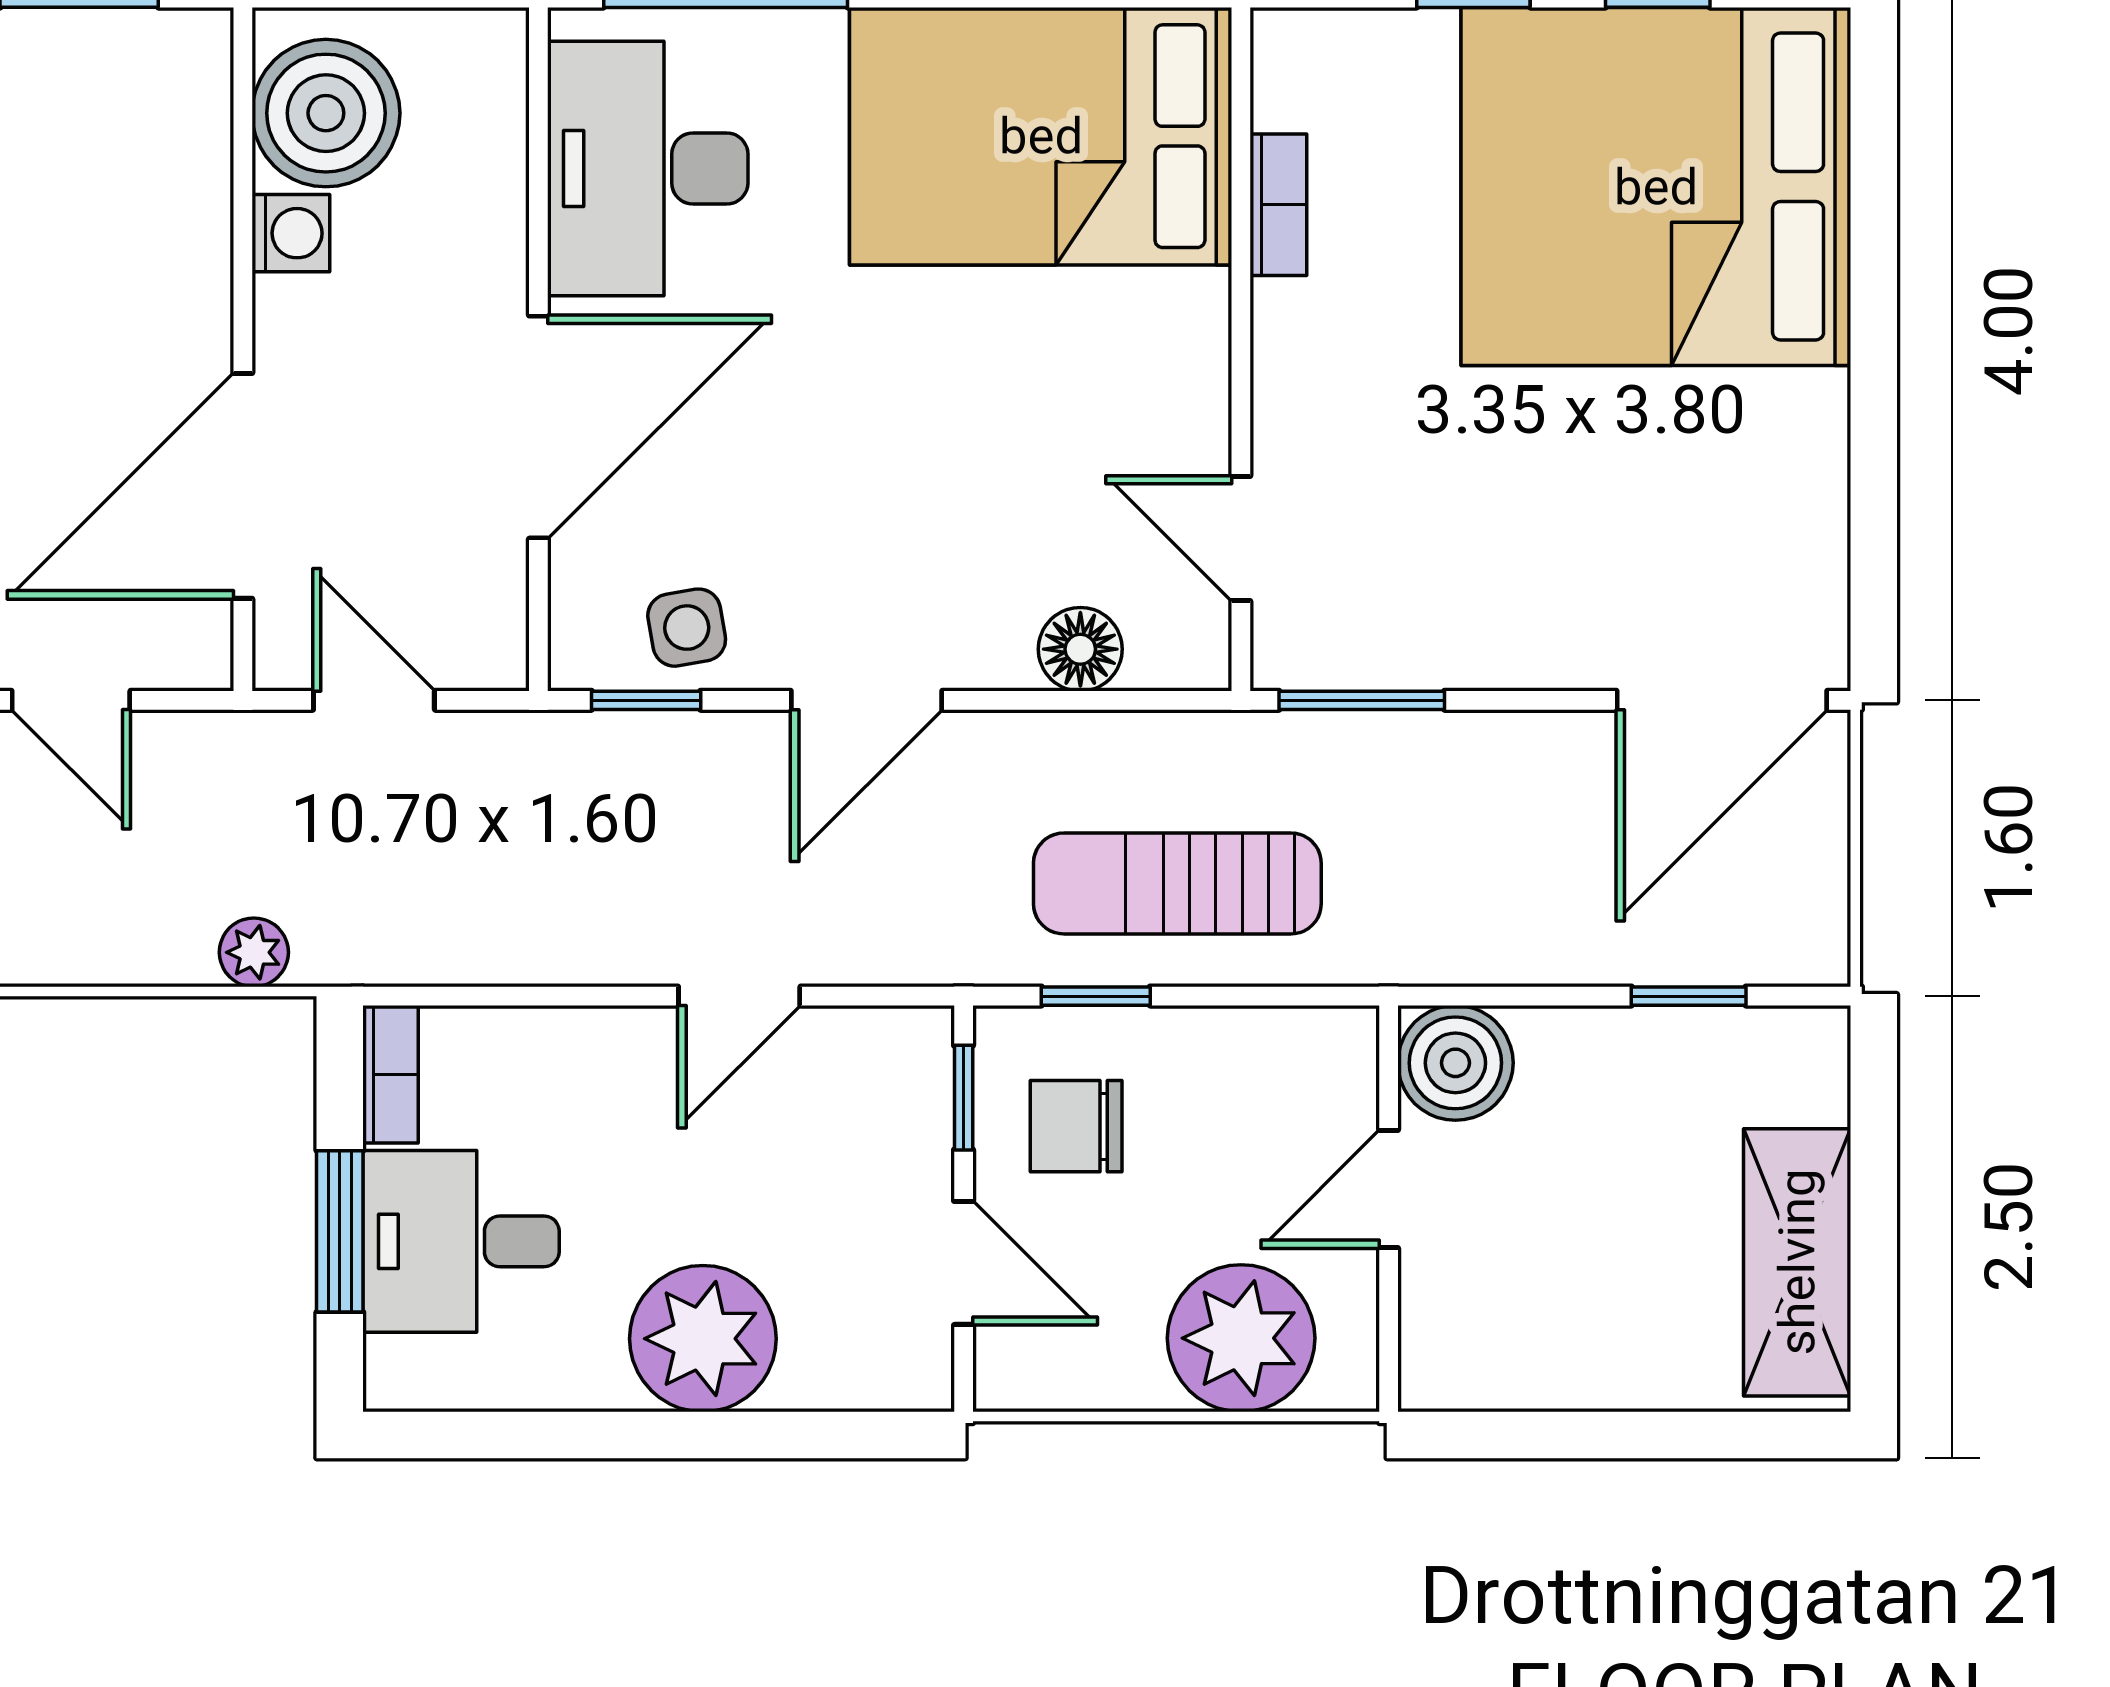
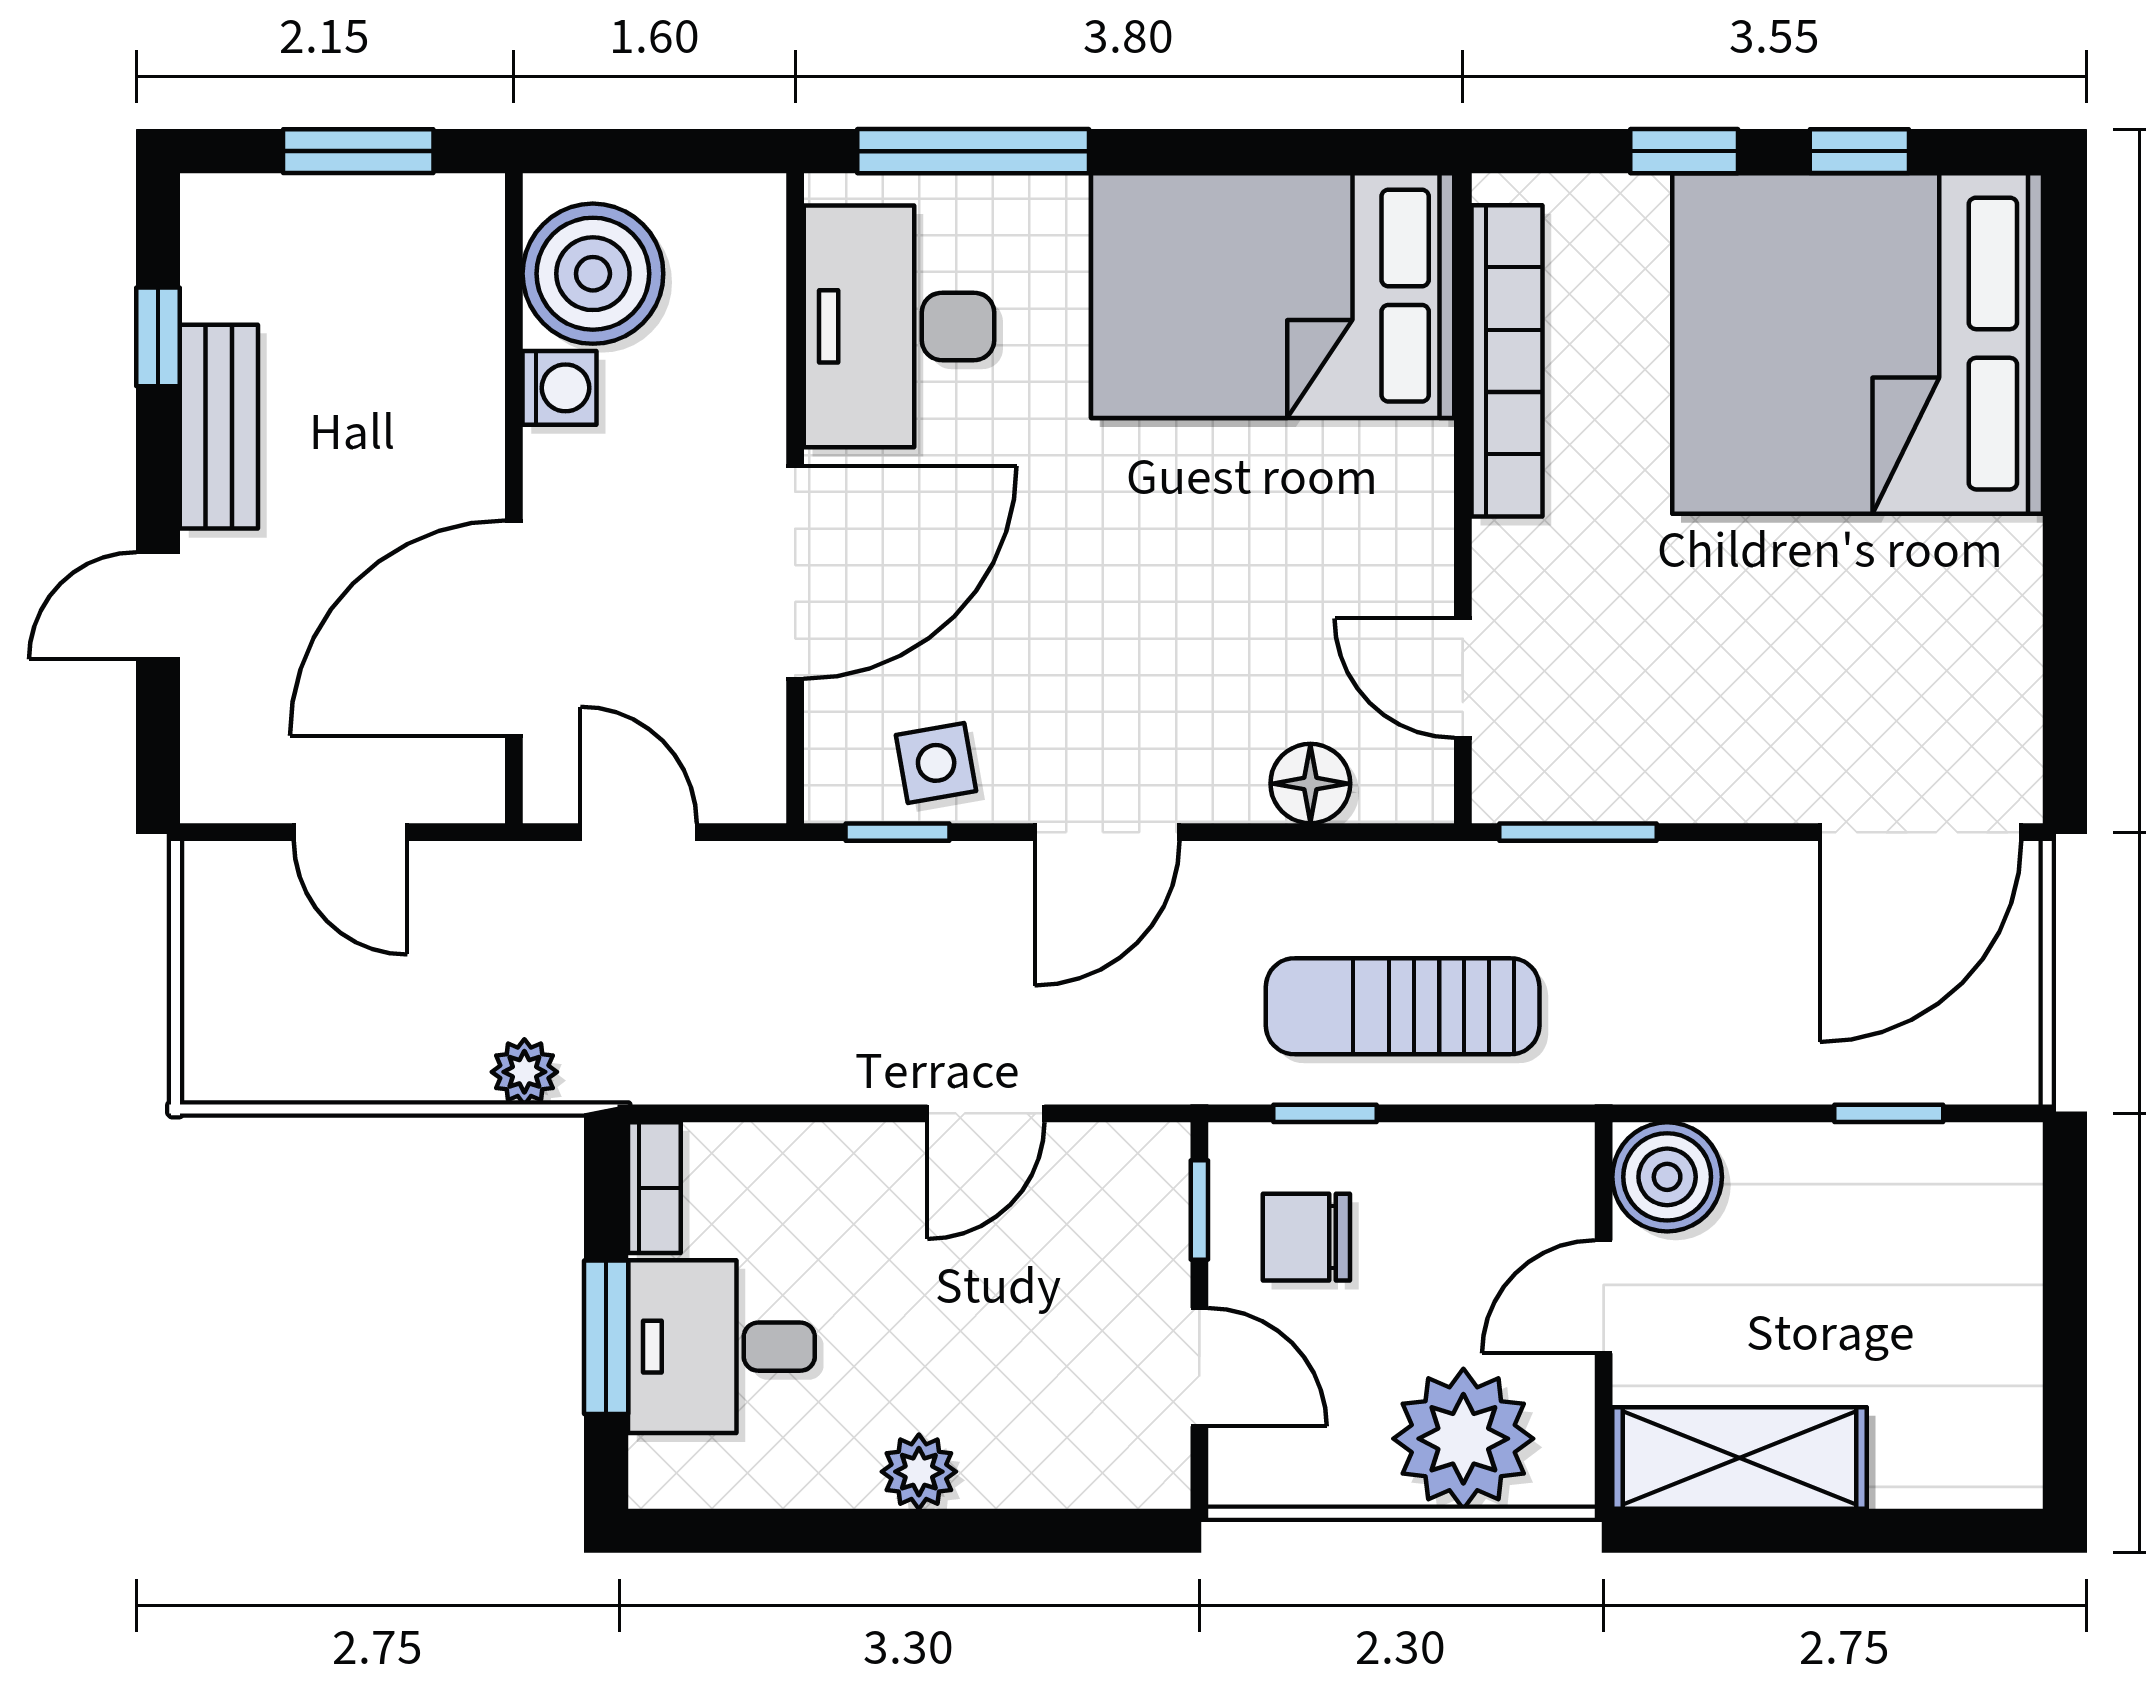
bookcase: (1278, 205) -> (1507, 361), width x2.31, depth x1.31
shelving: (1797, 1262) -> (1739, 1458), moved, turned 90
plant: (703, 1339) -> (919, 1472), width x0.53, depth x0.53

